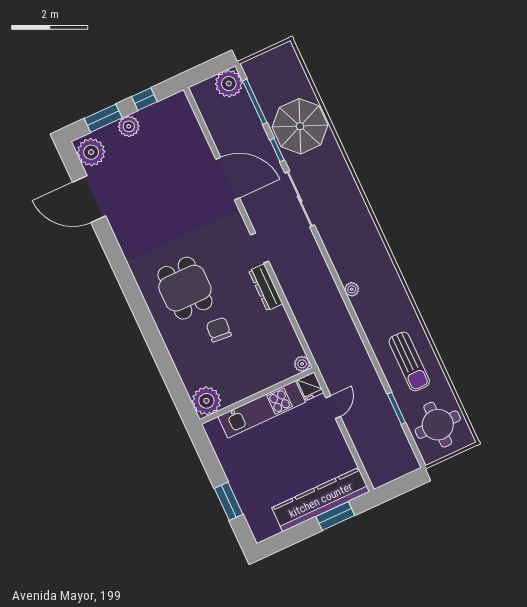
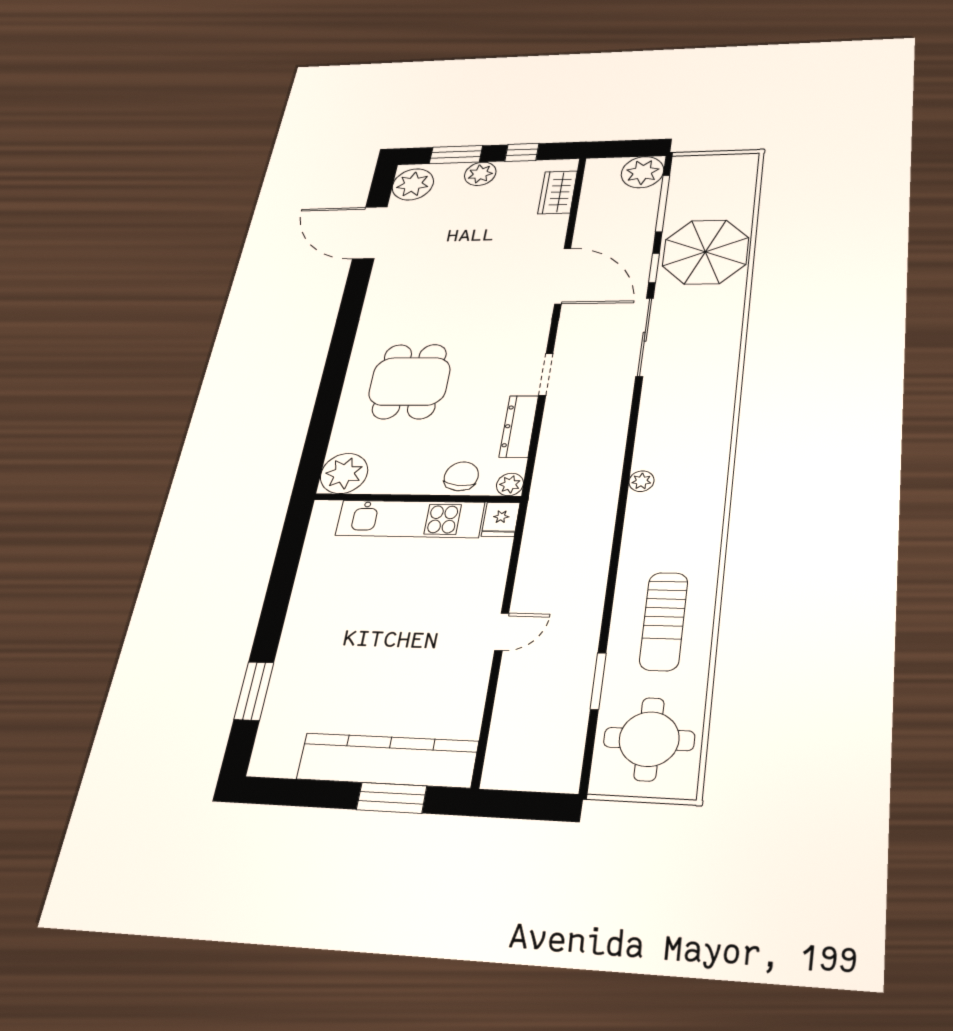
wardrobe: (186, 120) -> (558, 192), added
chair: (219, 330) -> (461, 476), moved
plant: (302, 364) -> (510, 484), moved
fridge: (310, 386) -> (501, 519), moved
wall: (257, 396) -> (416, 498), moved
plant: (206, 401) -> (344, 473), moved
kitchen unit: (262, 409) -> (410, 519), moved

